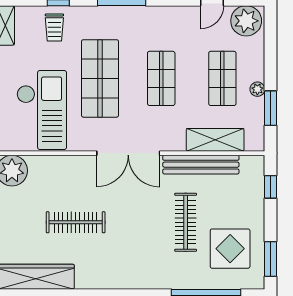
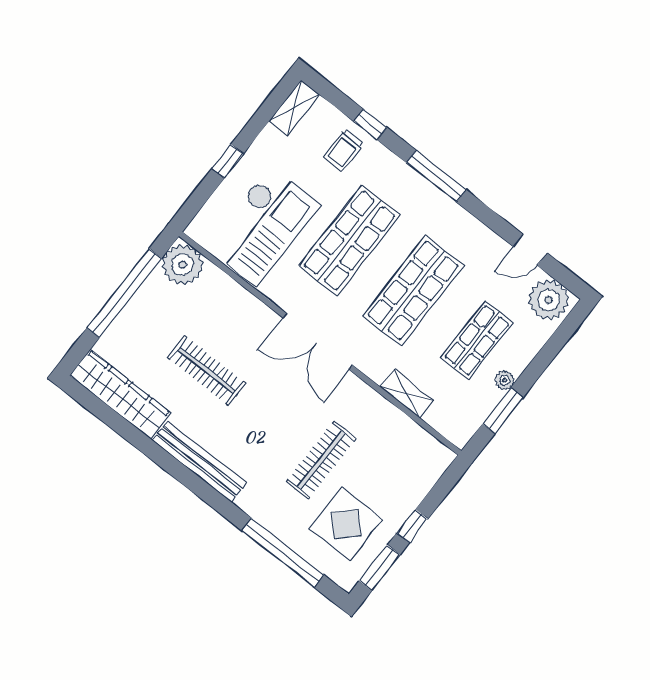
shop shelf: (161, 78) -> (413, 290), width x1.43, depth x1.36
shelving: (215, 140) -> (407, 394), width x0.67, depth x0.75
bench: (201, 165) -> (199, 461), moved
window: (271, 187) -> (412, 526), moved

